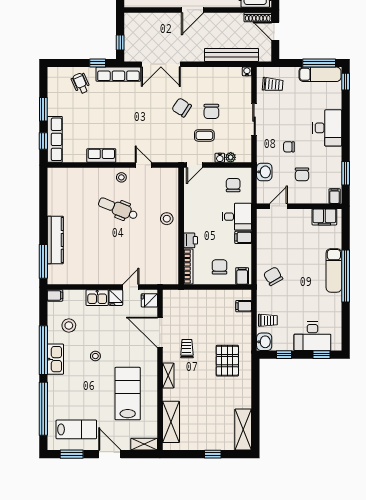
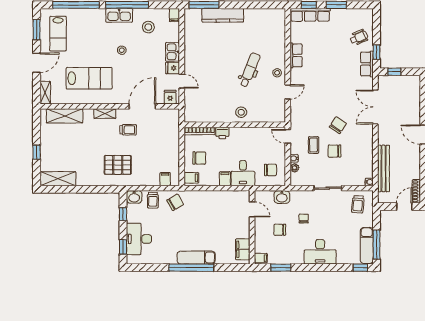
row of seats: (118, 74) -> (367, 64), width x0.68
chair: (273, 276) -> (175, 202), moved

